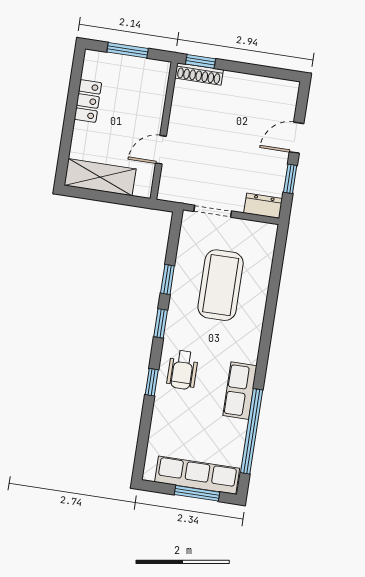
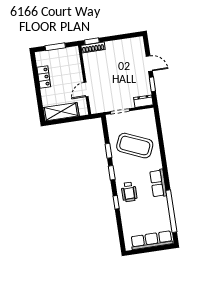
door: (297, 138) -> (149, 64), swing flipped
coffee table: (221, 285) -> (135, 146), turned -67
row of seats: (240, 391) -> (158, 183), moved
window: (197, 493) -> (154, 249), removed

